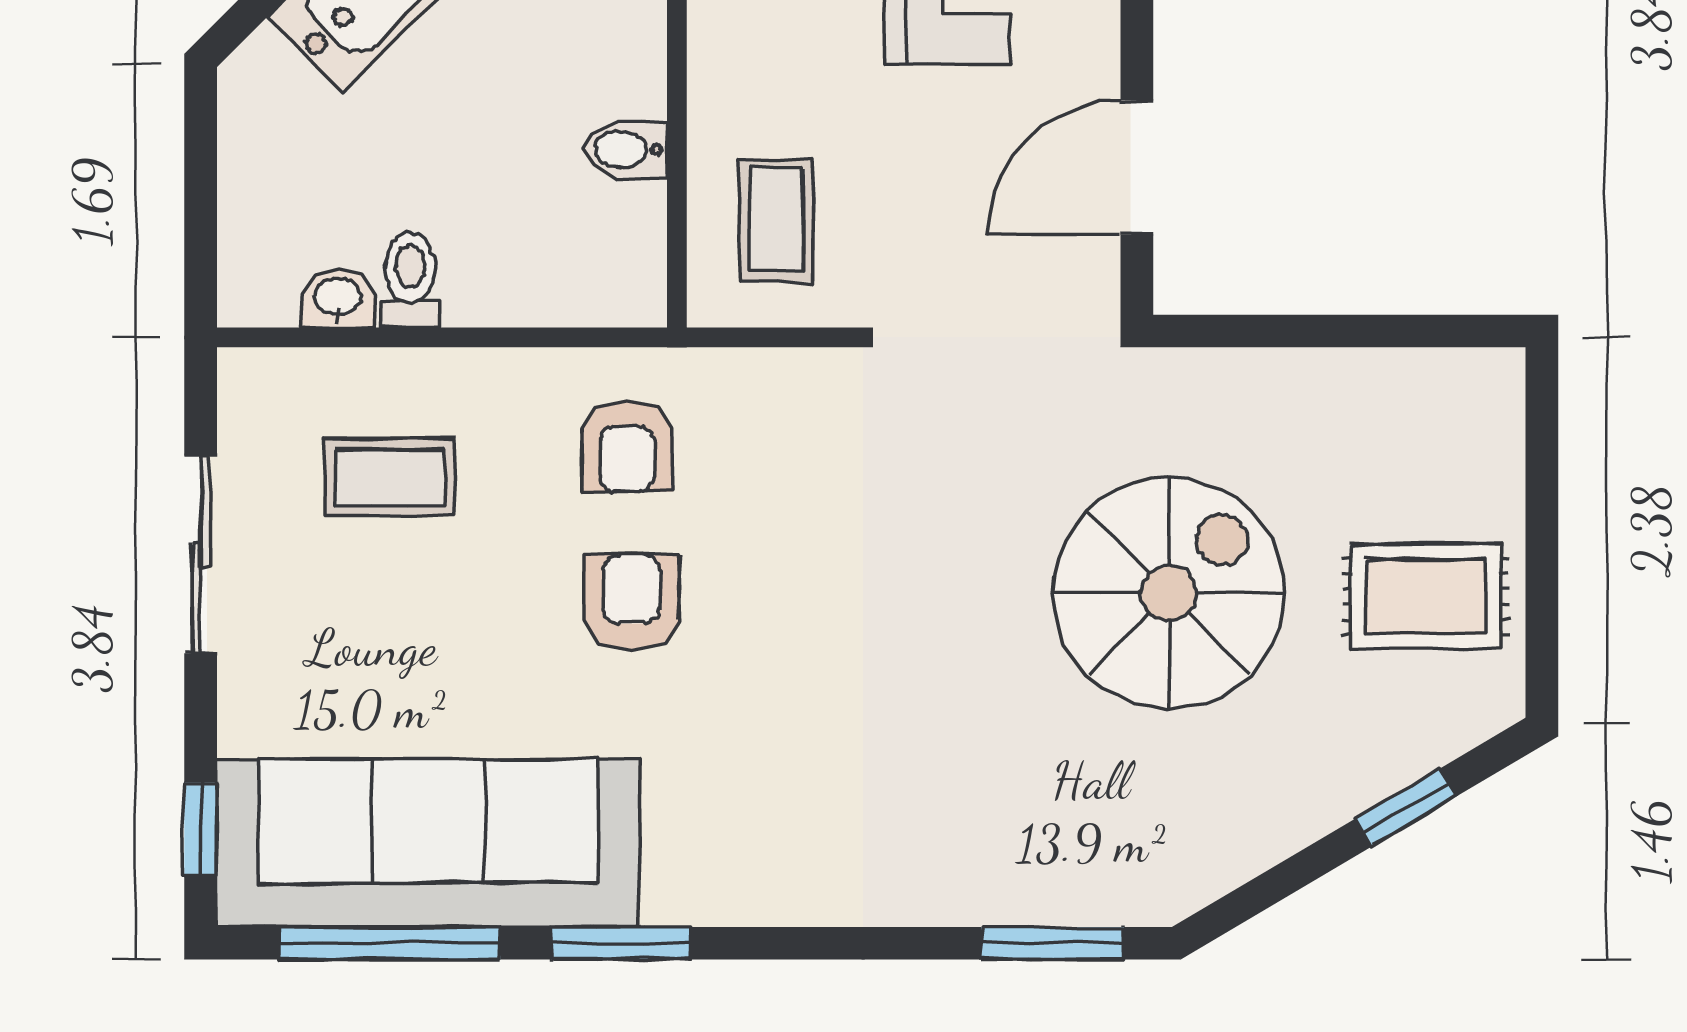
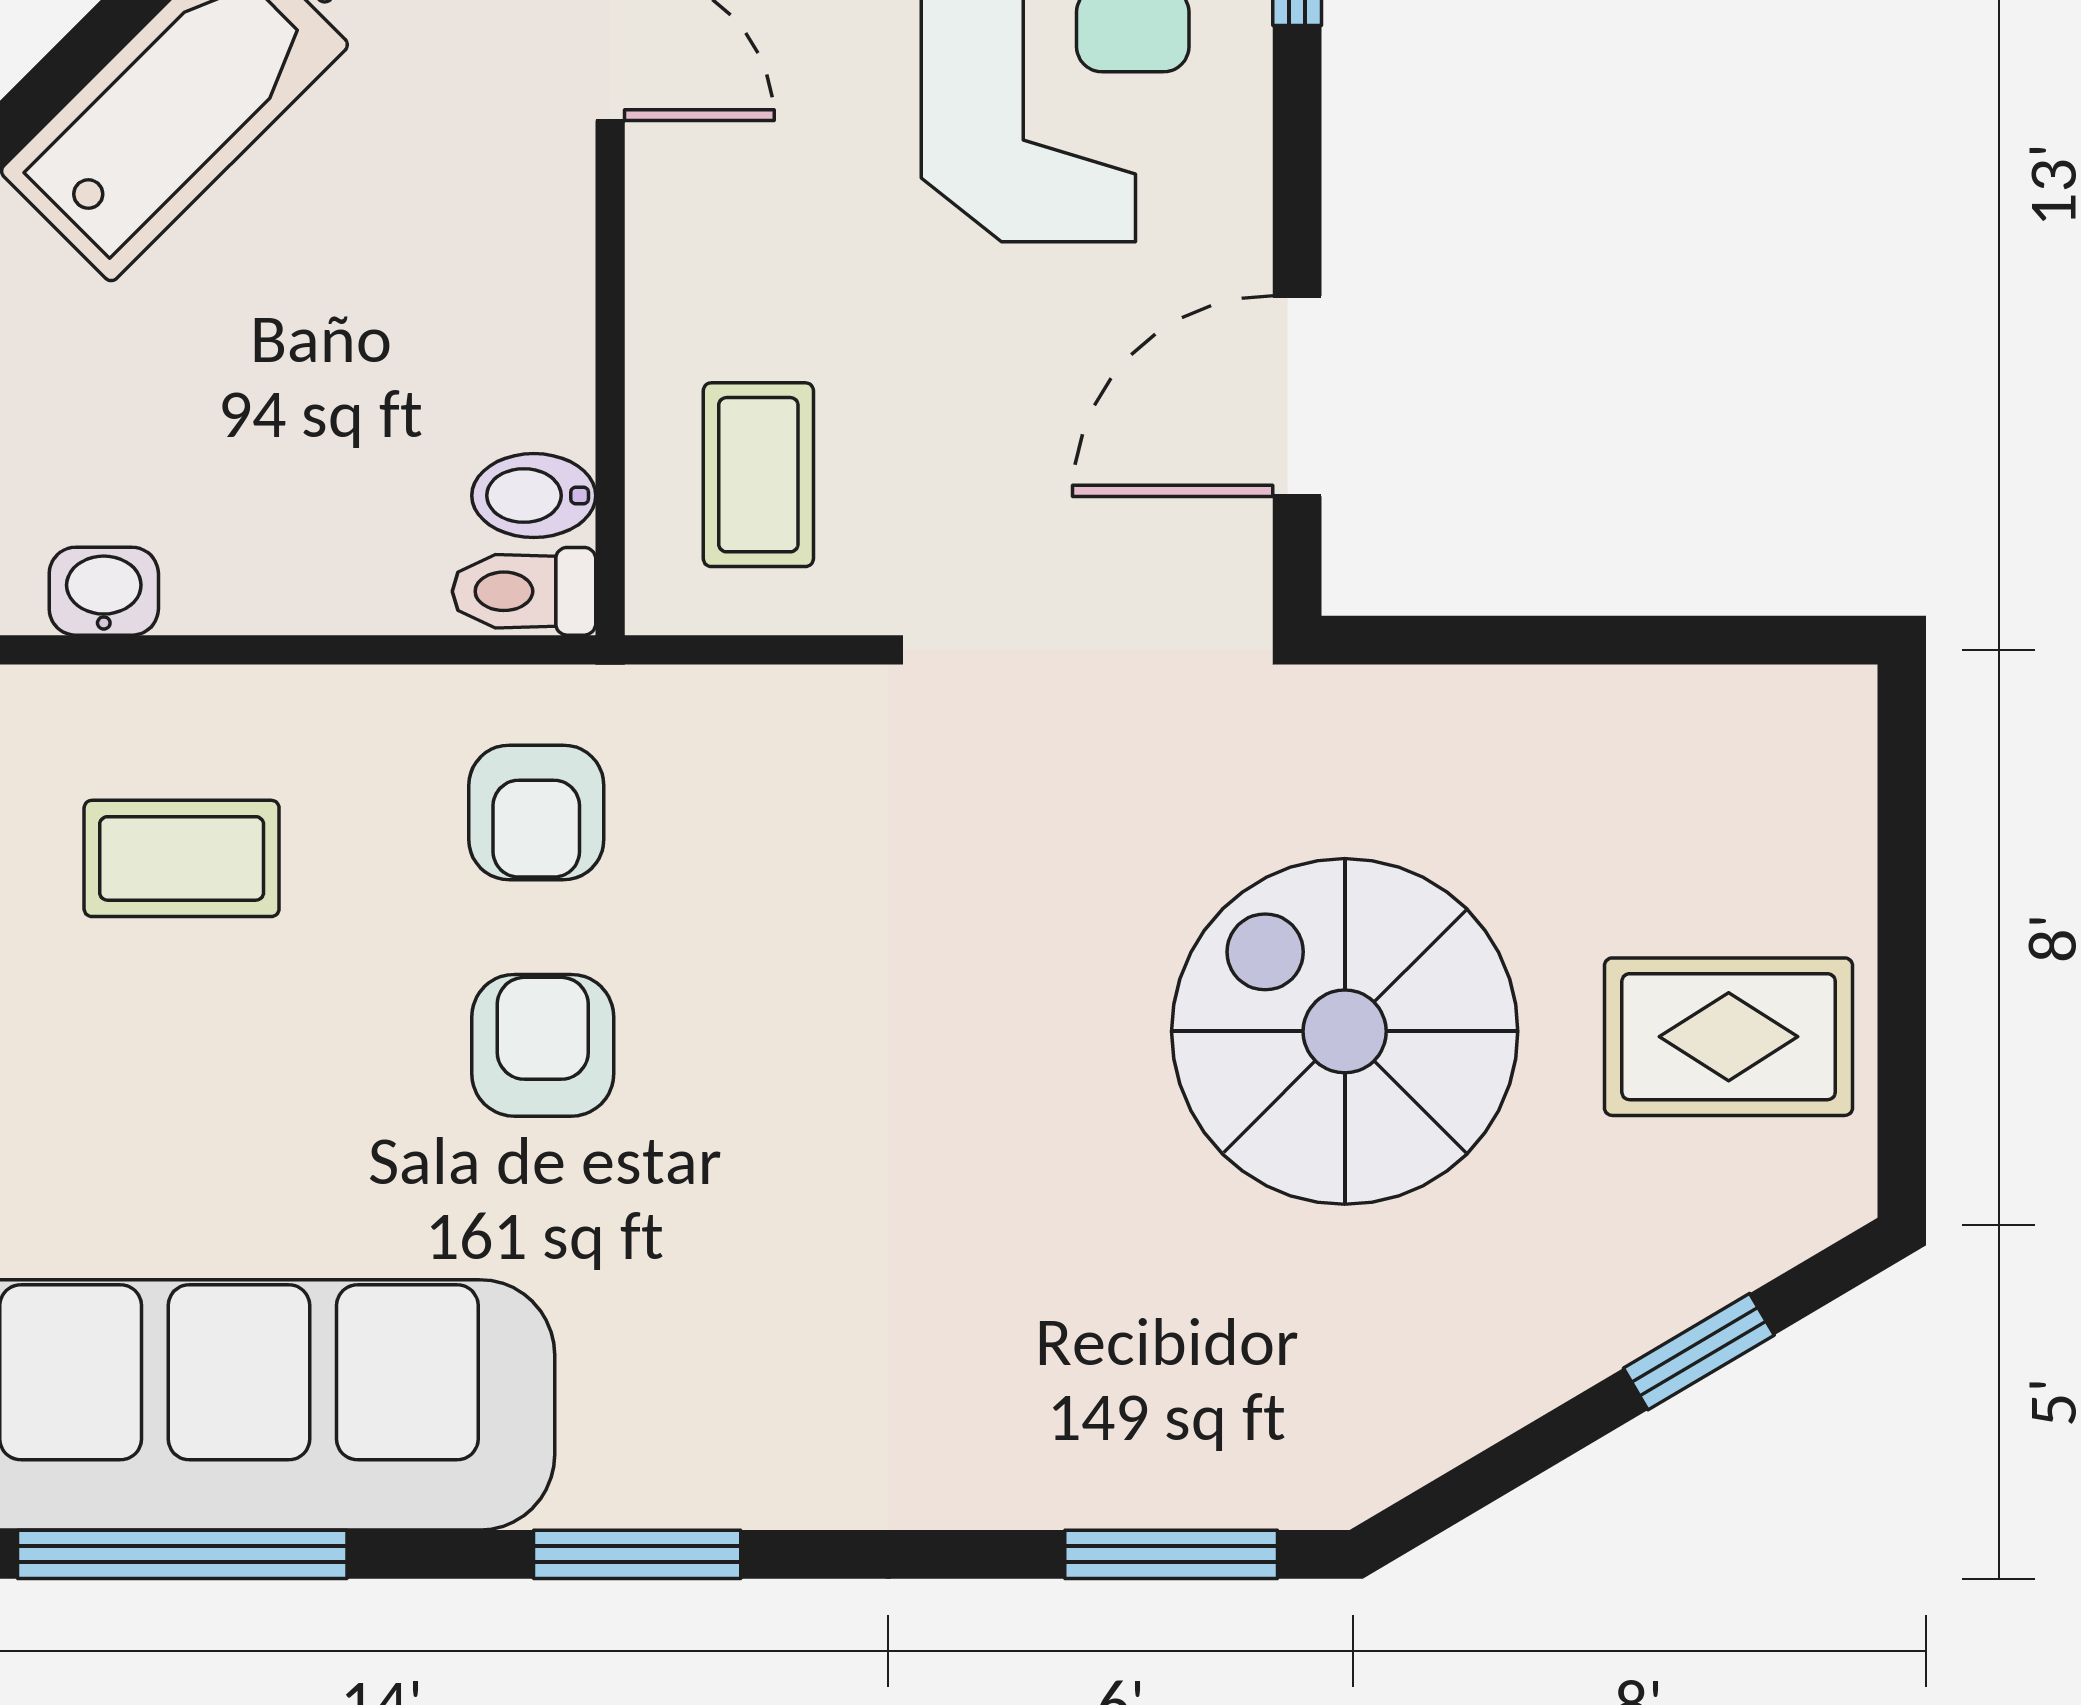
bidet: (626, 150) -> (534, 496), moved
toilet: (410, 280) -> (524, 591), moved, turned -90
spiral stairs: (1169, 593) -> (1345, 1031), turned -90
window: (621, 943) -> (637, 1554), moved

